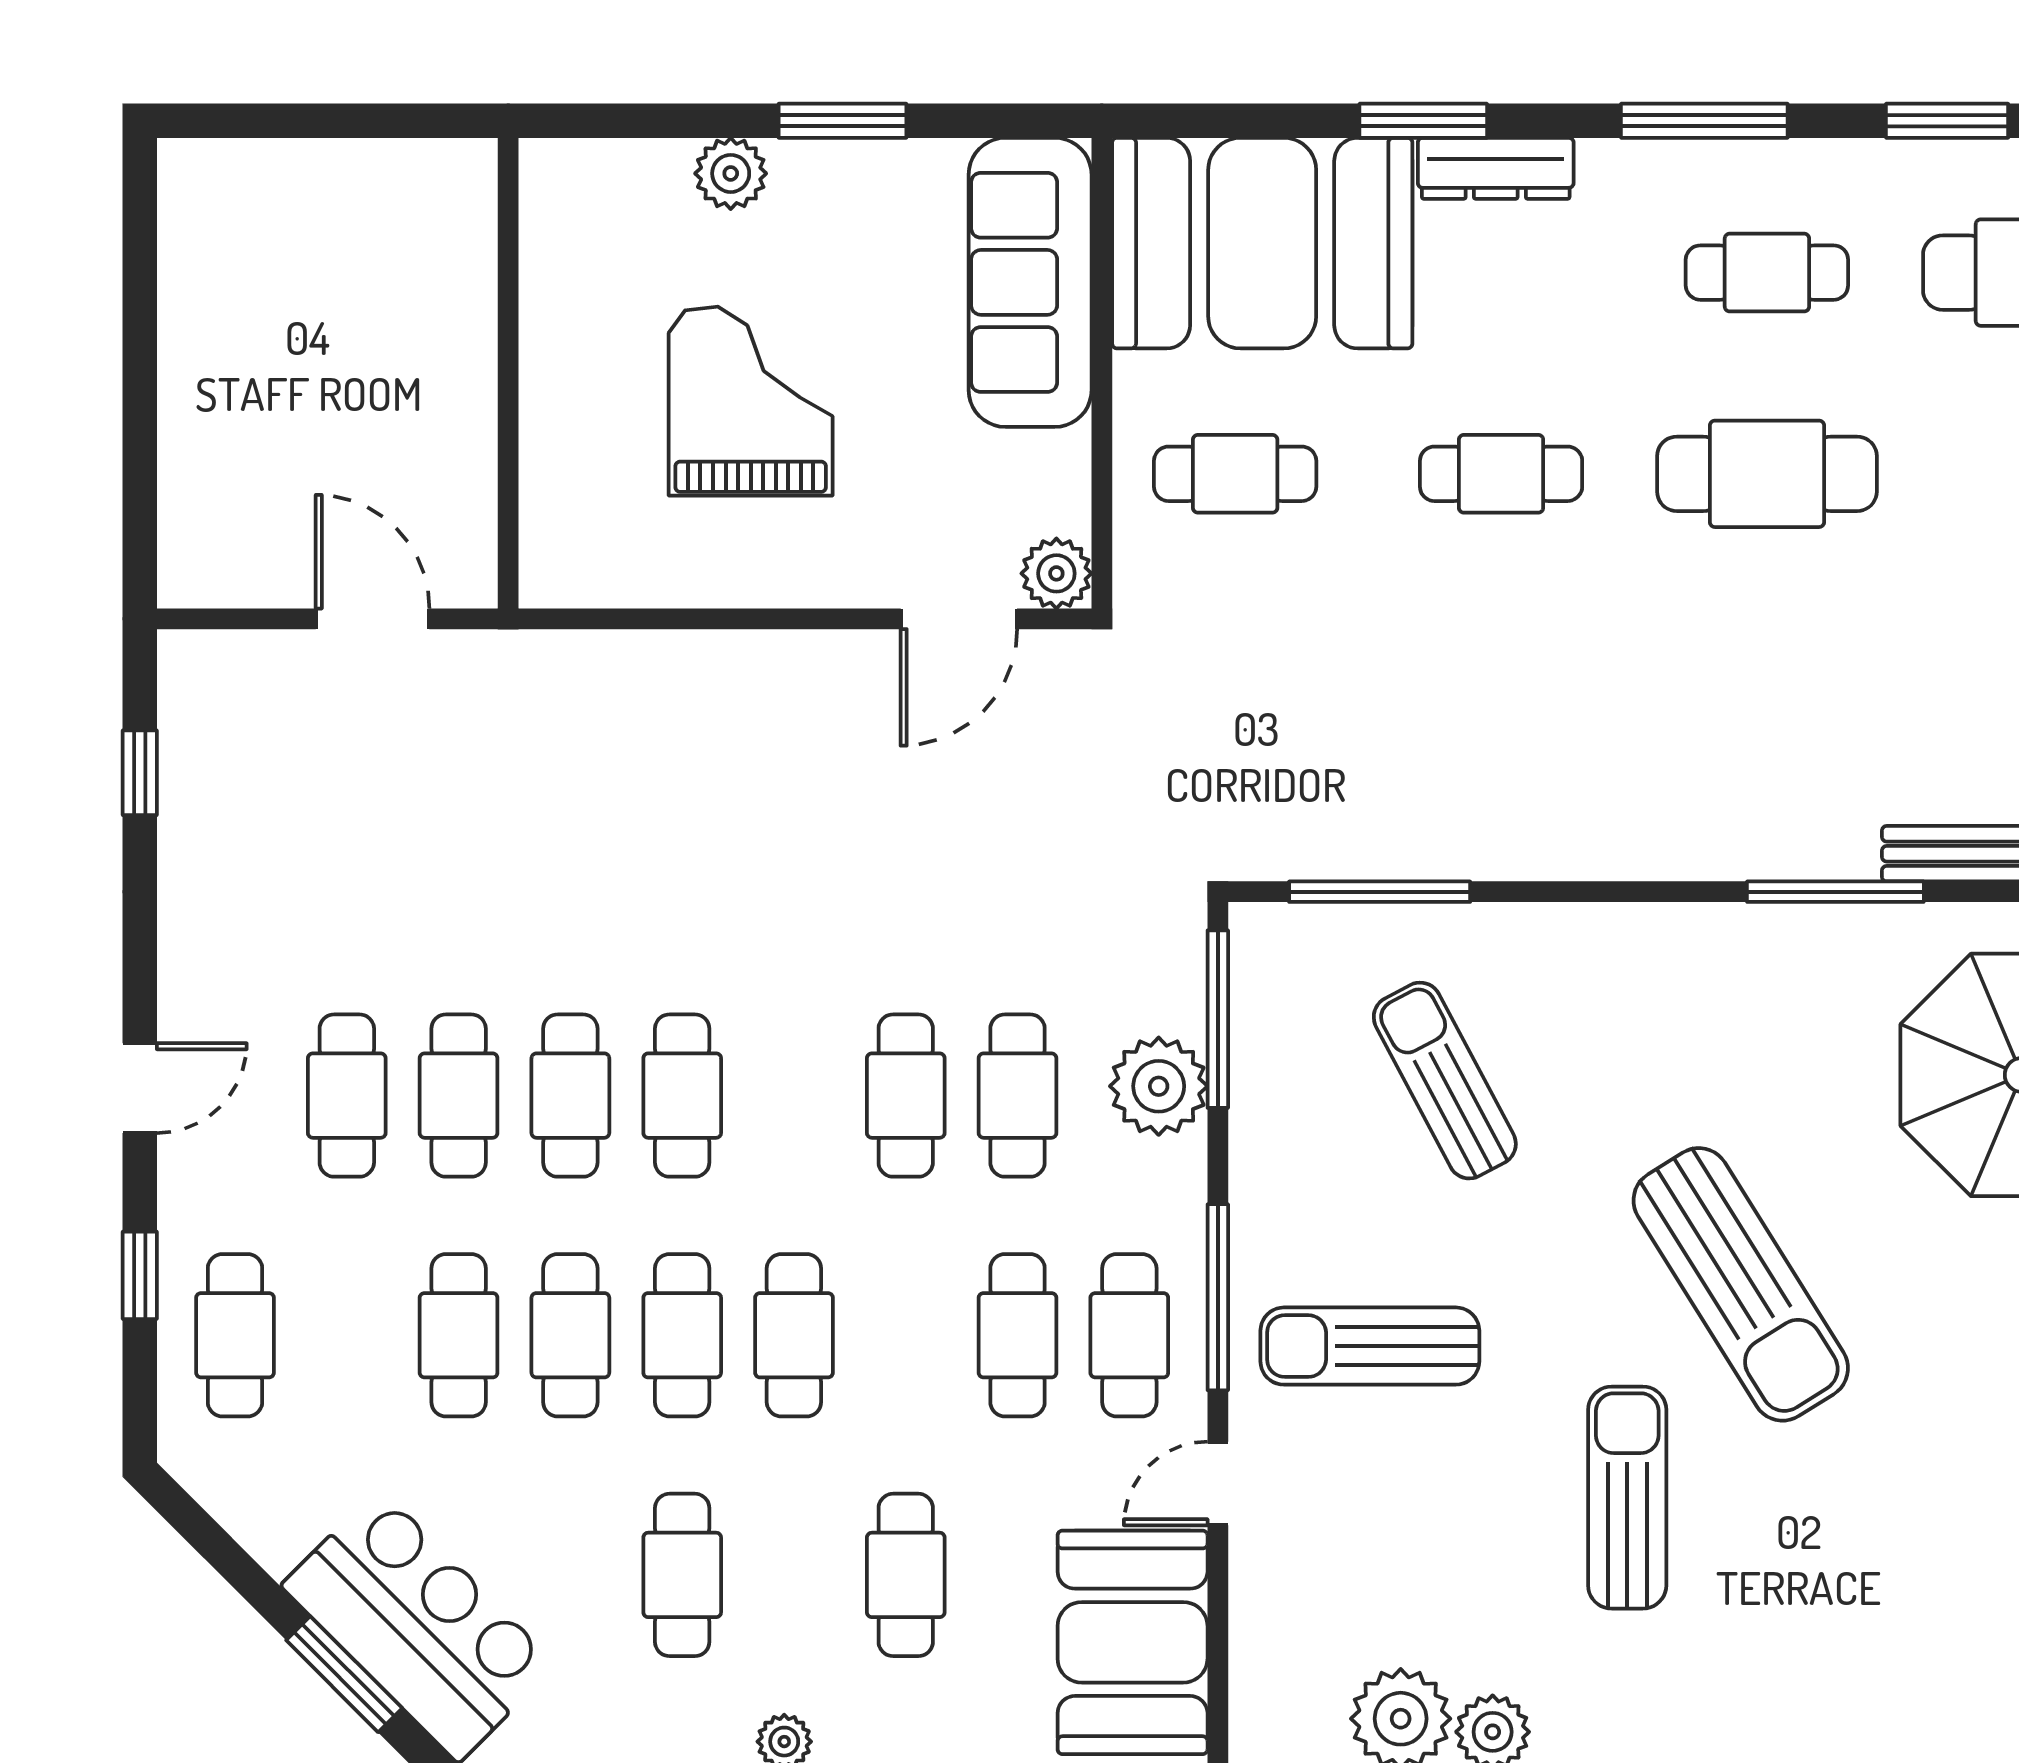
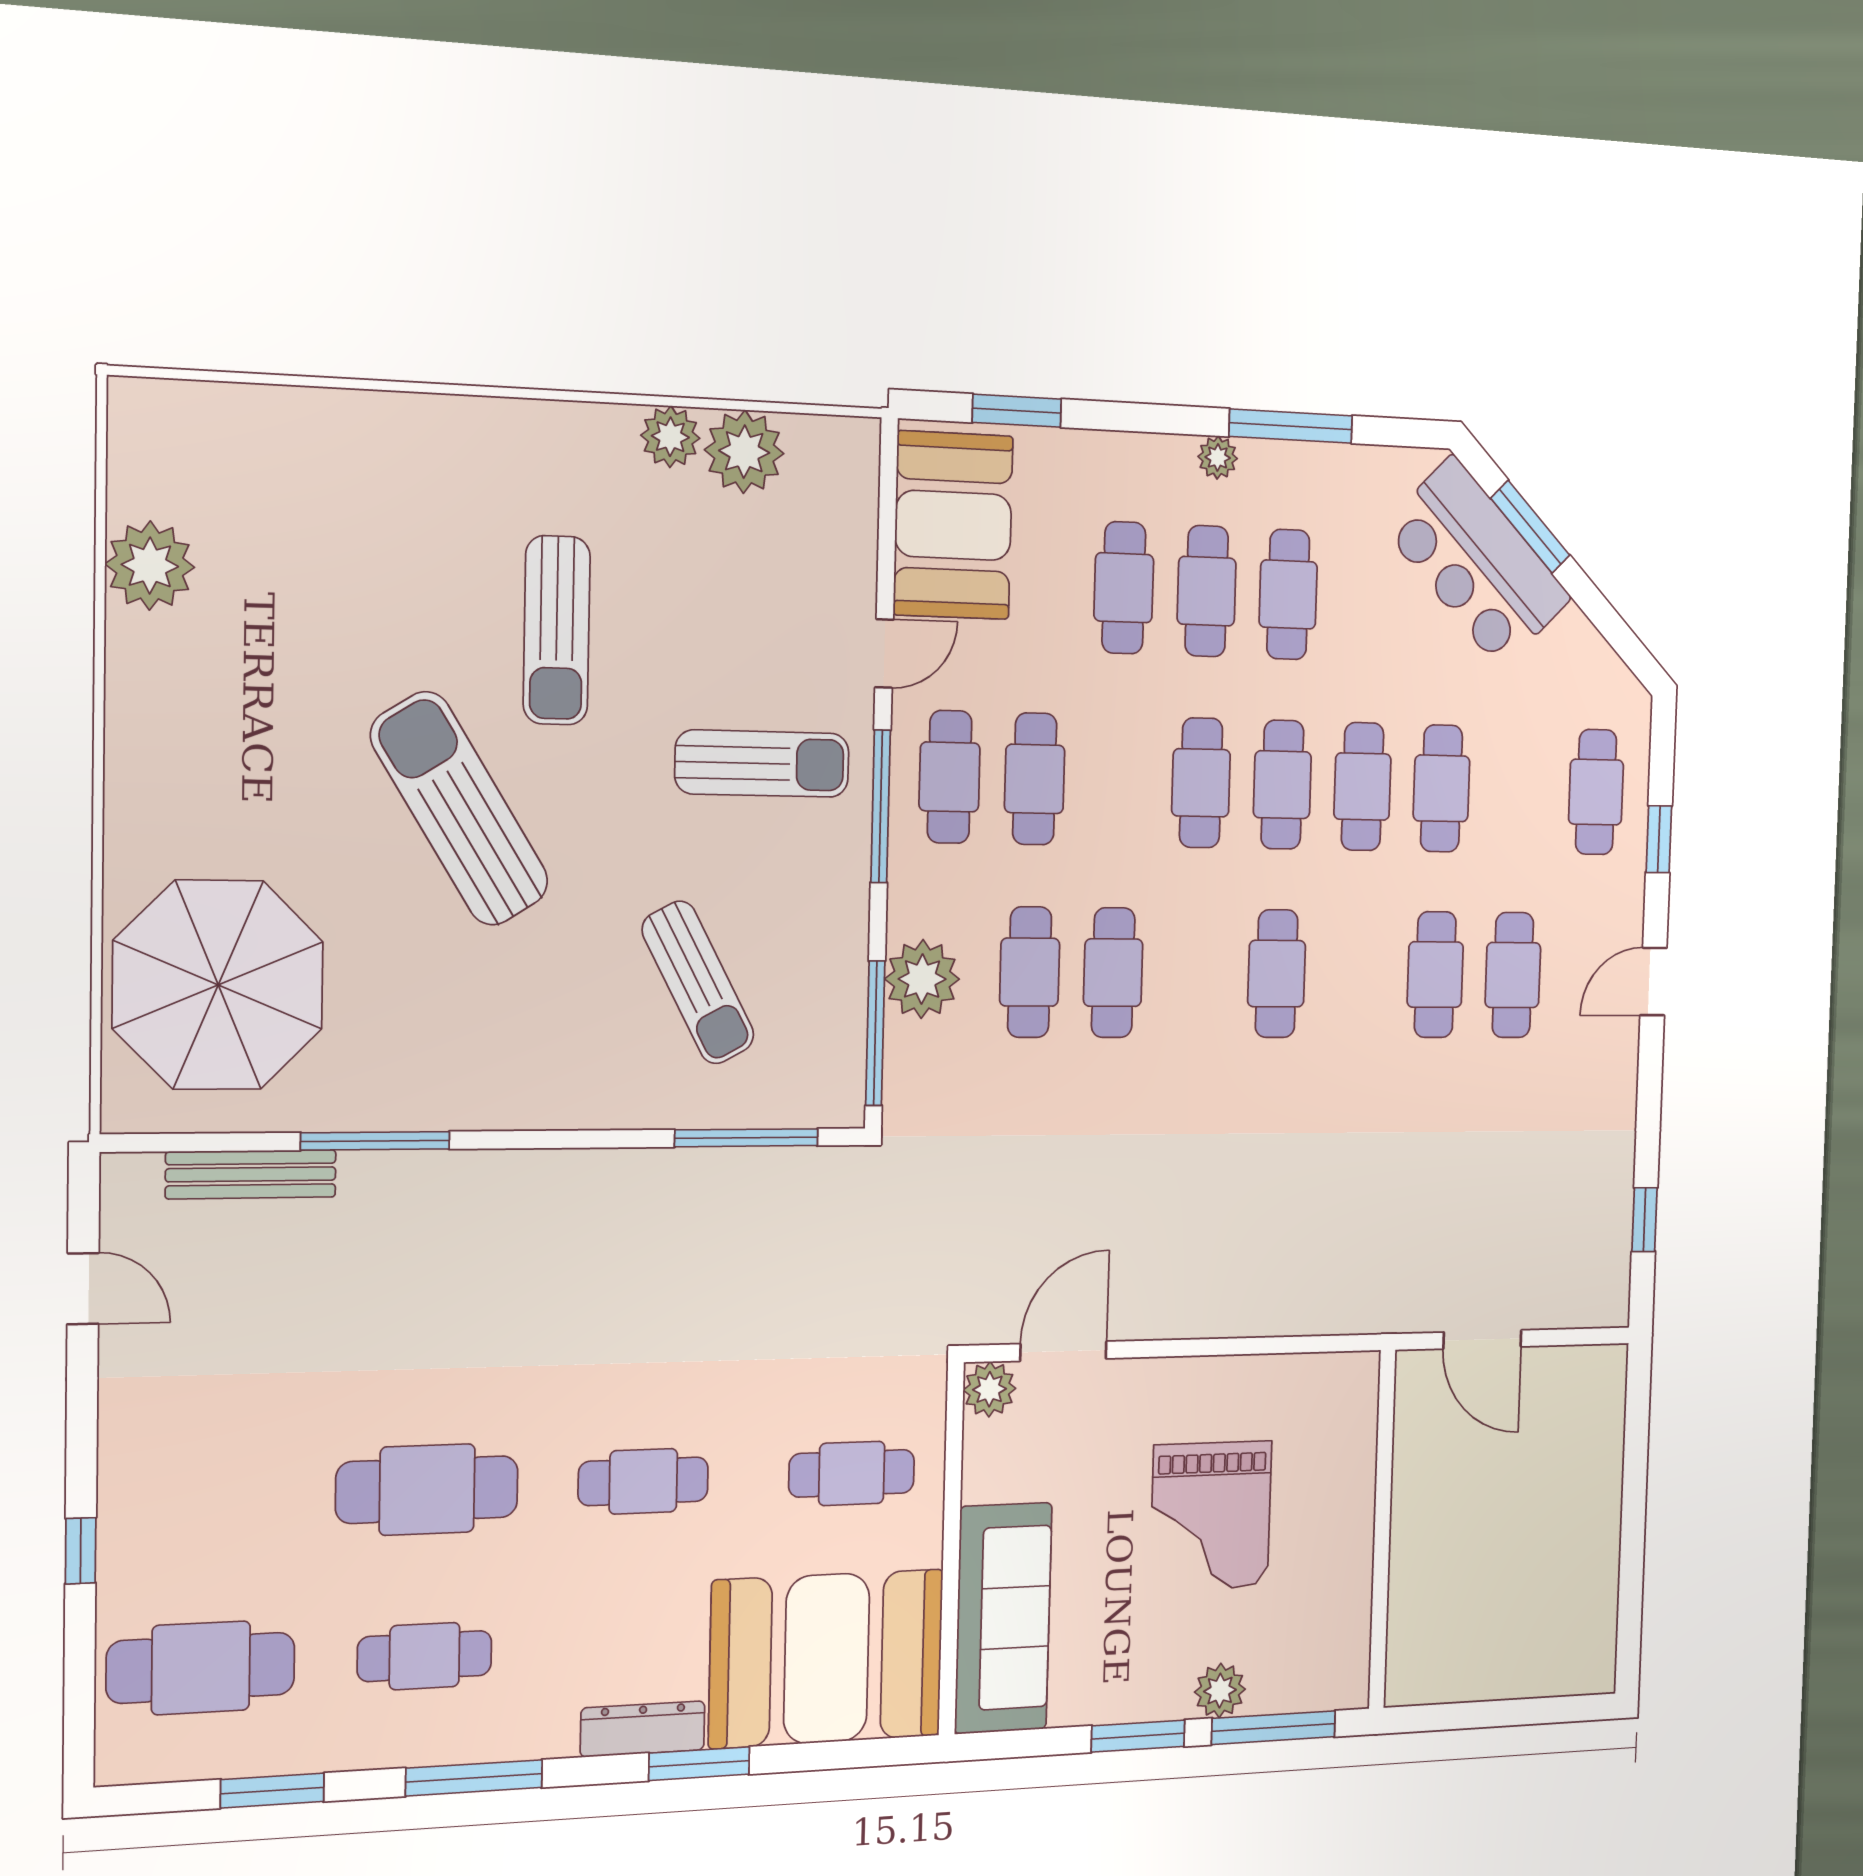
window: (654, 121) -> (1274, 1728), added
cafe table: (570, 1096) -> (1207, 591), moved

